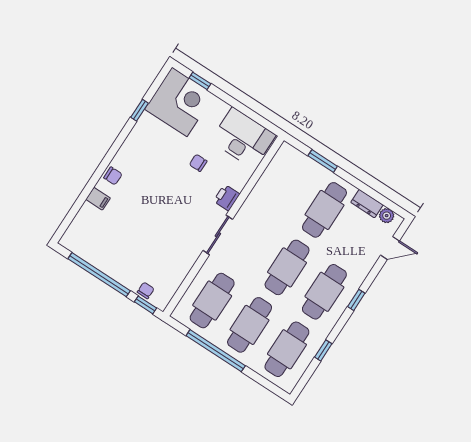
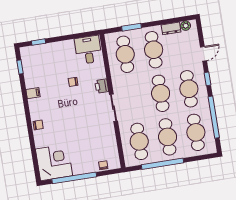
corner desk: (179, 102) -> (54, 162), moved
window: (140, 110) -> (20, 67), moved
desk: (243, 138) -> (88, 50), width x0.73
cafe table: (287, 186) -> (125, 54), added
filing cabinet: (98, 199) -> (33, 93), moved
door: (390, 248) -> (204, 54), moved
window: (146, 305) -> (109, 172), removed
window: (323, 350) -> (214, 117), width x3.17

